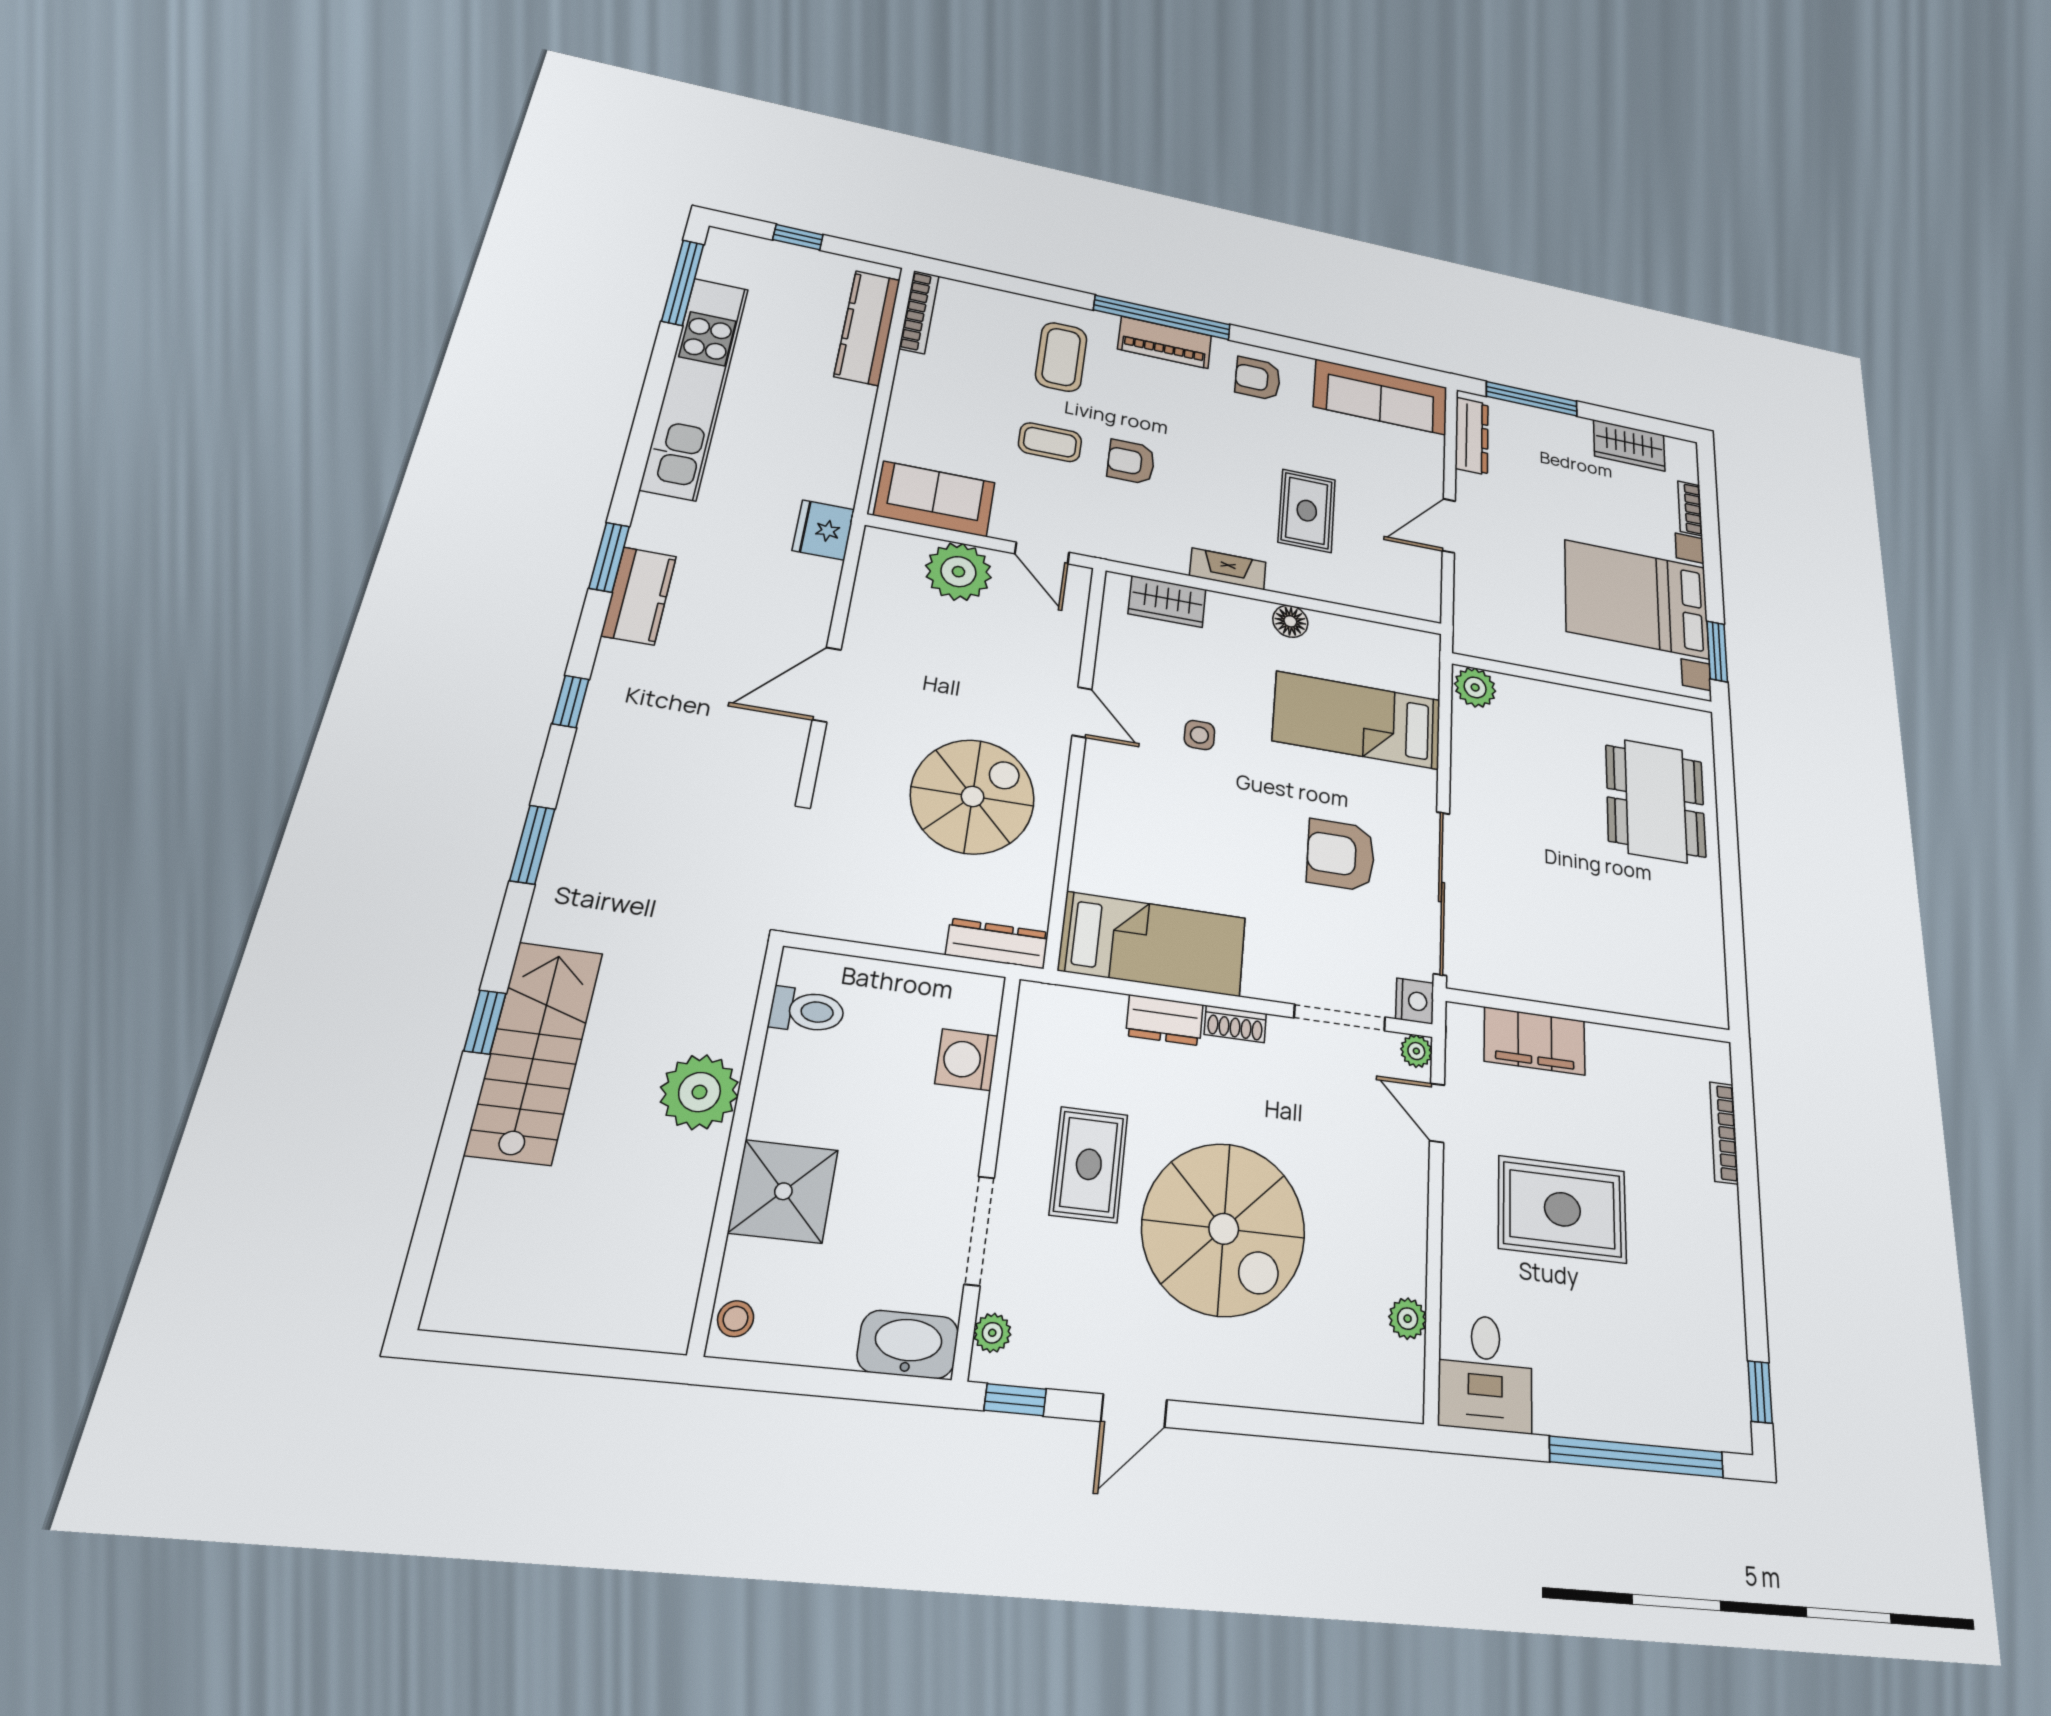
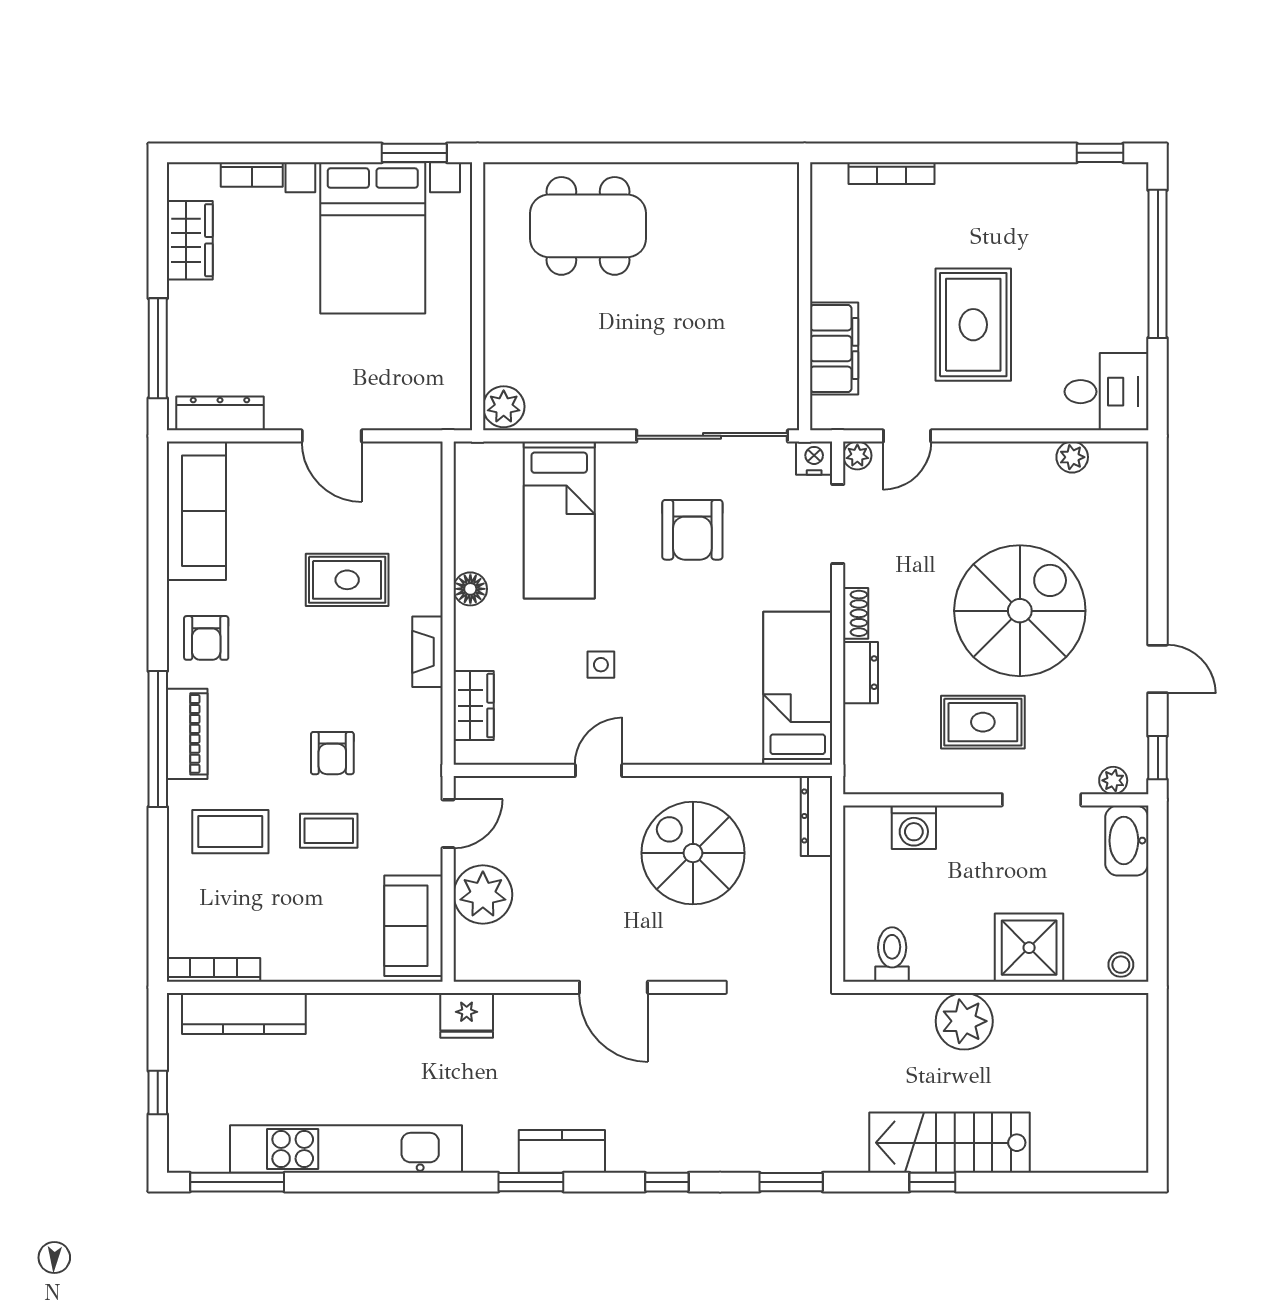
coffee table: (1050, 442) -> (329, 831), turned 90

